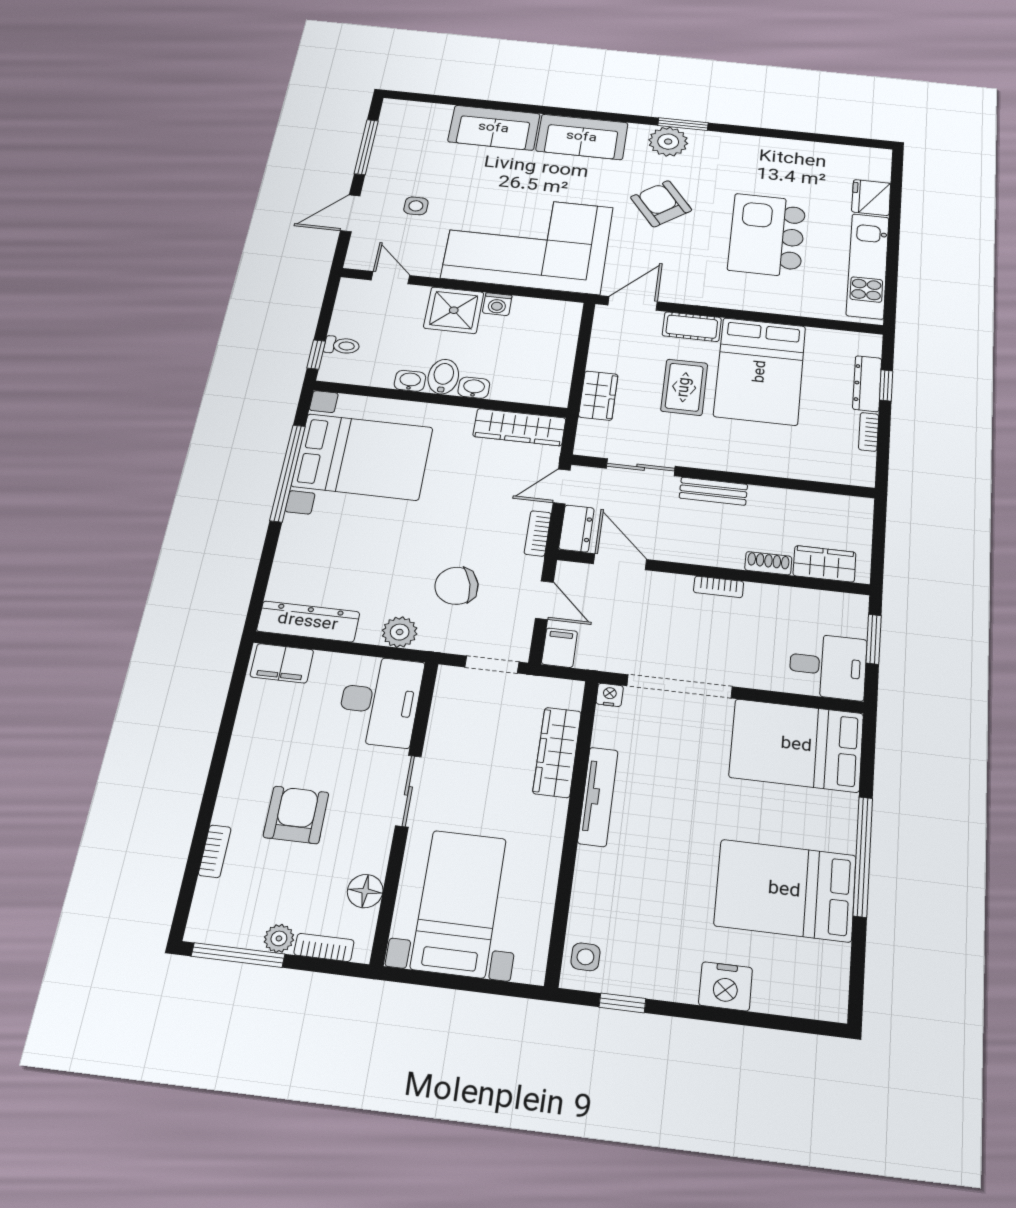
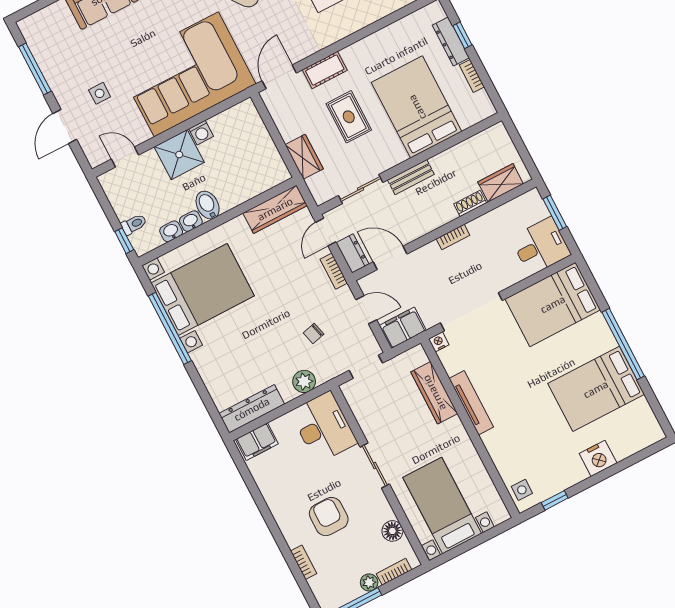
bed: (760, 371) -> (417, 107), moved, turned 180
washbasin: (474, 388) -> (171, 231), moved
chair: (456, 586) -> (314, 333), width x0.54, depth x0.54
filing cabinet: (560, 648) -> (403, 328), width x2.00

